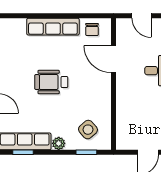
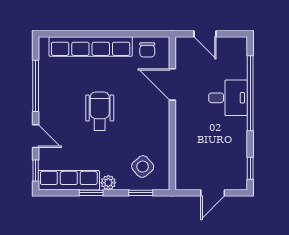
row of seats: (53, 27) -> (91, 46), width x1.36
wheelchair: (51, 82) -> (100, 111), turned 90
window: (23, 152) -> (91, 193), moved

